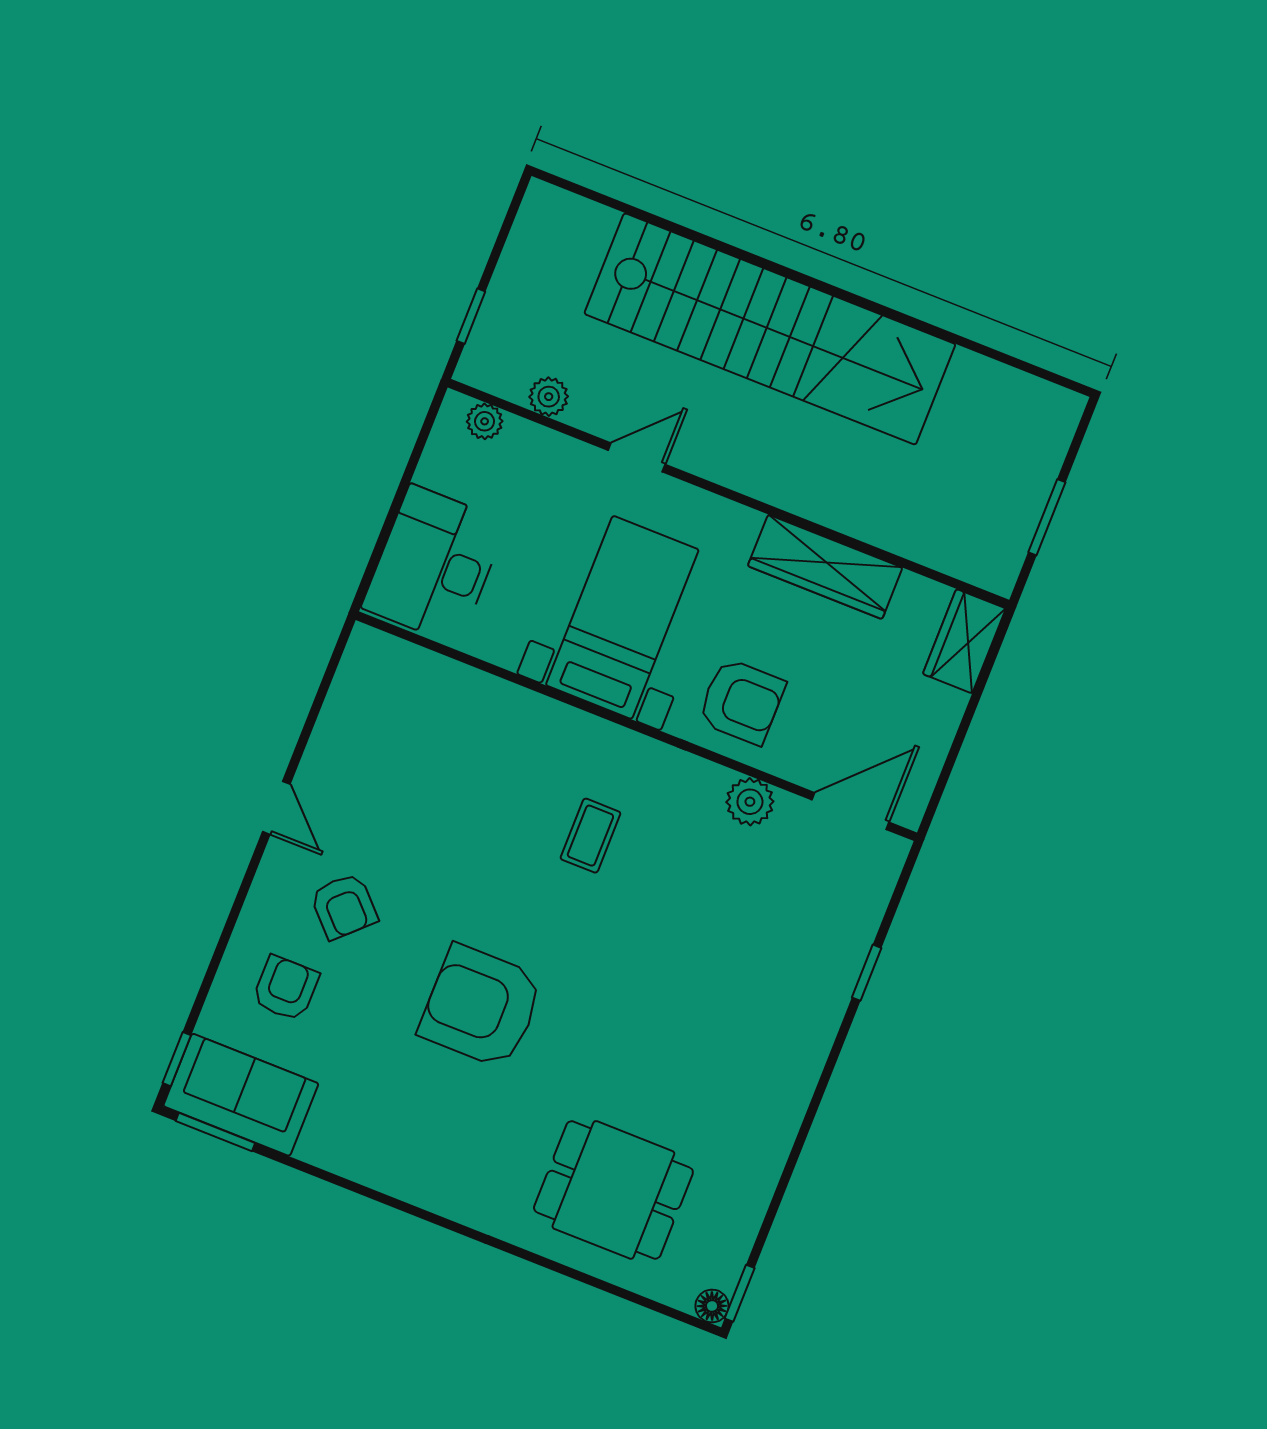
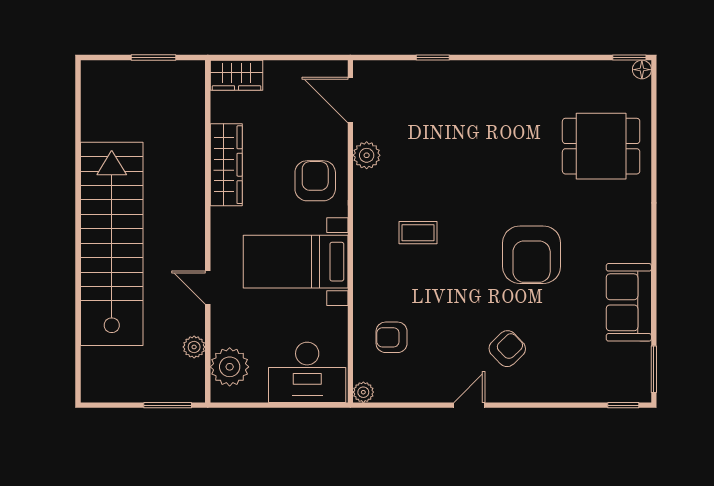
window: (471, 316) -> (168, 405), width x1.50
plant: (485, 421) -> (230, 367), width x1.88, depth x1.88
plant: (366, 643) -> (363, 392), added
armchair: (286, 988) -> (392, 337), moved
sofa: (241, 1095) -> (629, 302), moved
dining table: (613, 1190) -> (601, 146), turned 90

